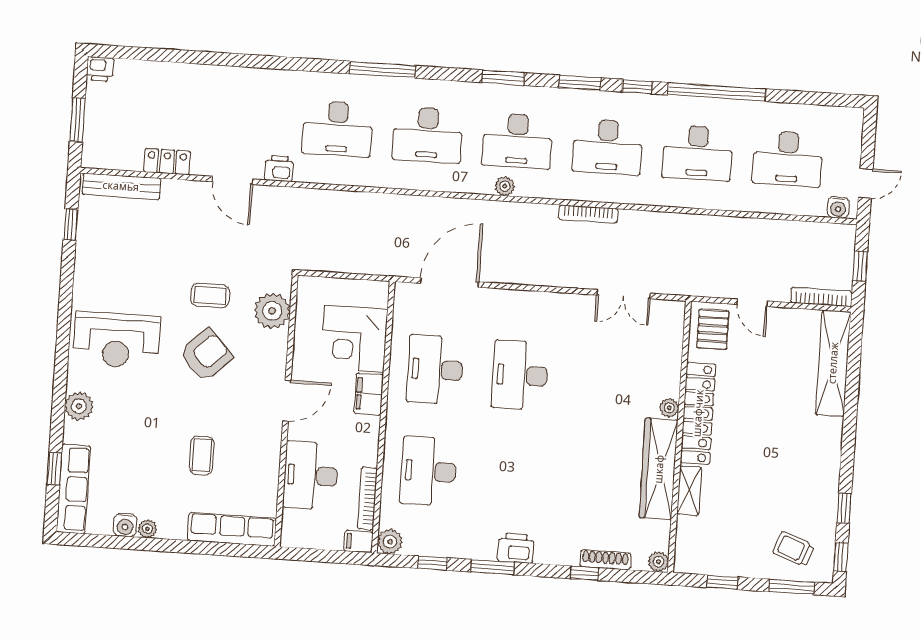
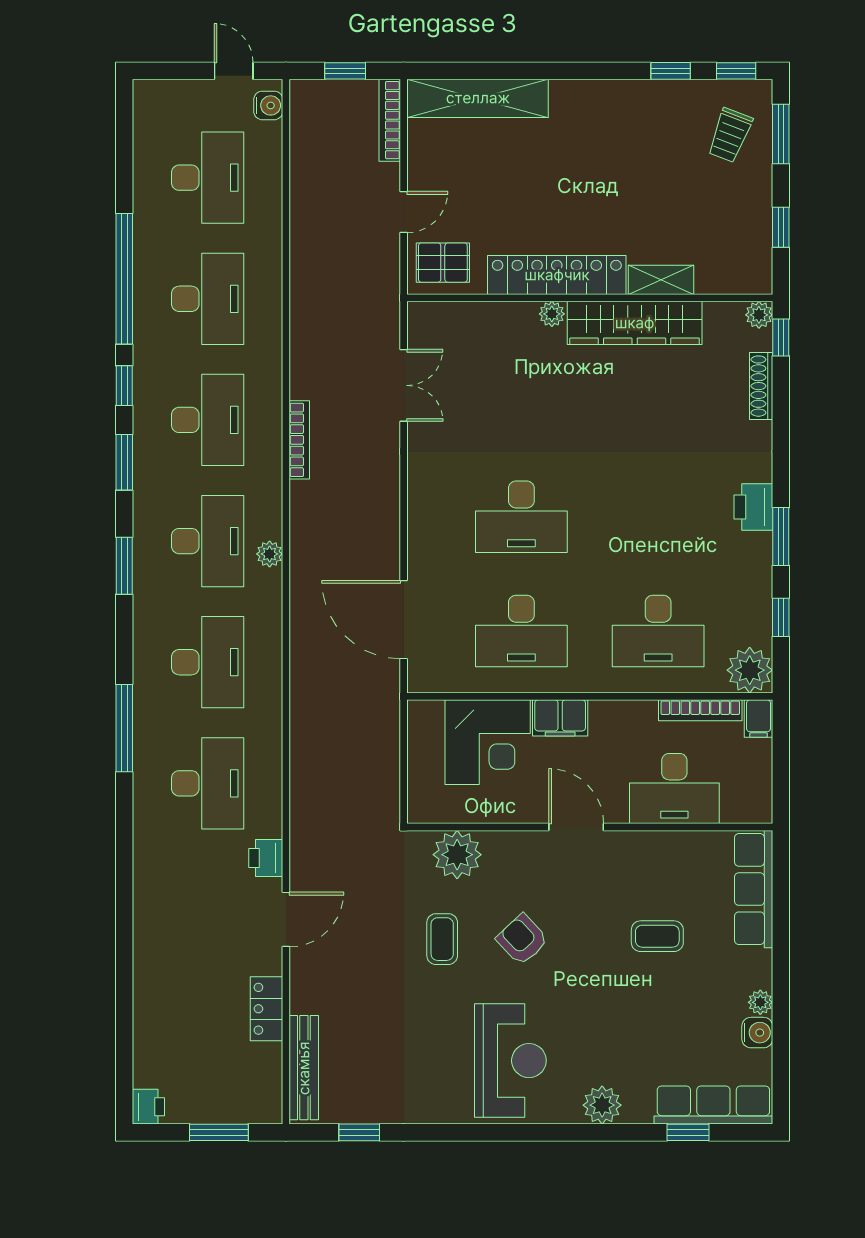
armchair: (206, 355) -> (522, 939), width x0.72, depth x0.72
plant: (390, 542) -> (750, 670), width x1.36, depth x1.36
window: (585, 573) -> (781, 337), moved

